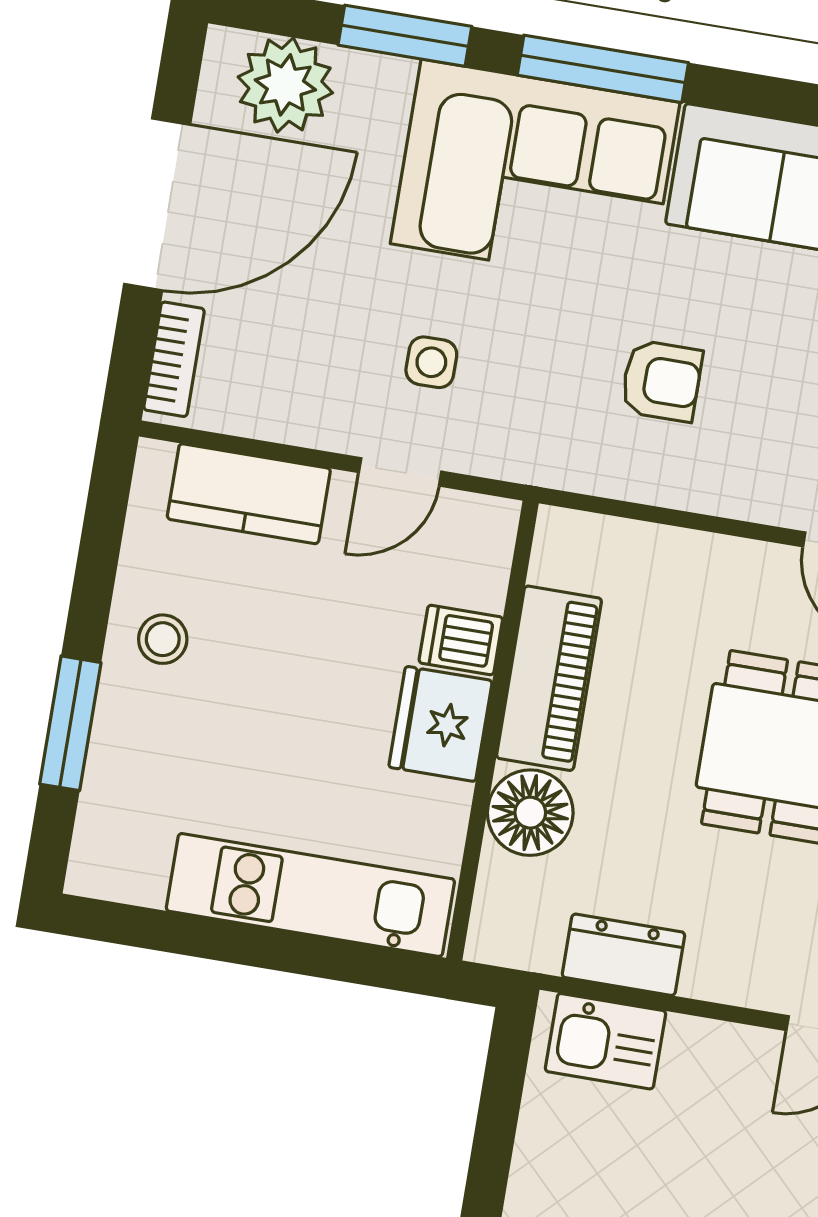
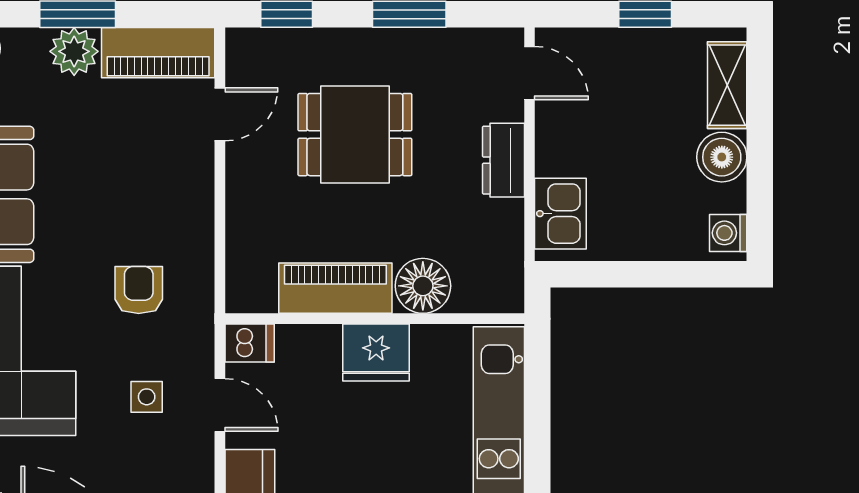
armchair: (661, 381) -> (139, 290), moved
dishwasher: (461, 640) -> (250, 343), moved, turned -90
dresser: (623, 955) -> (503, 160), moved

